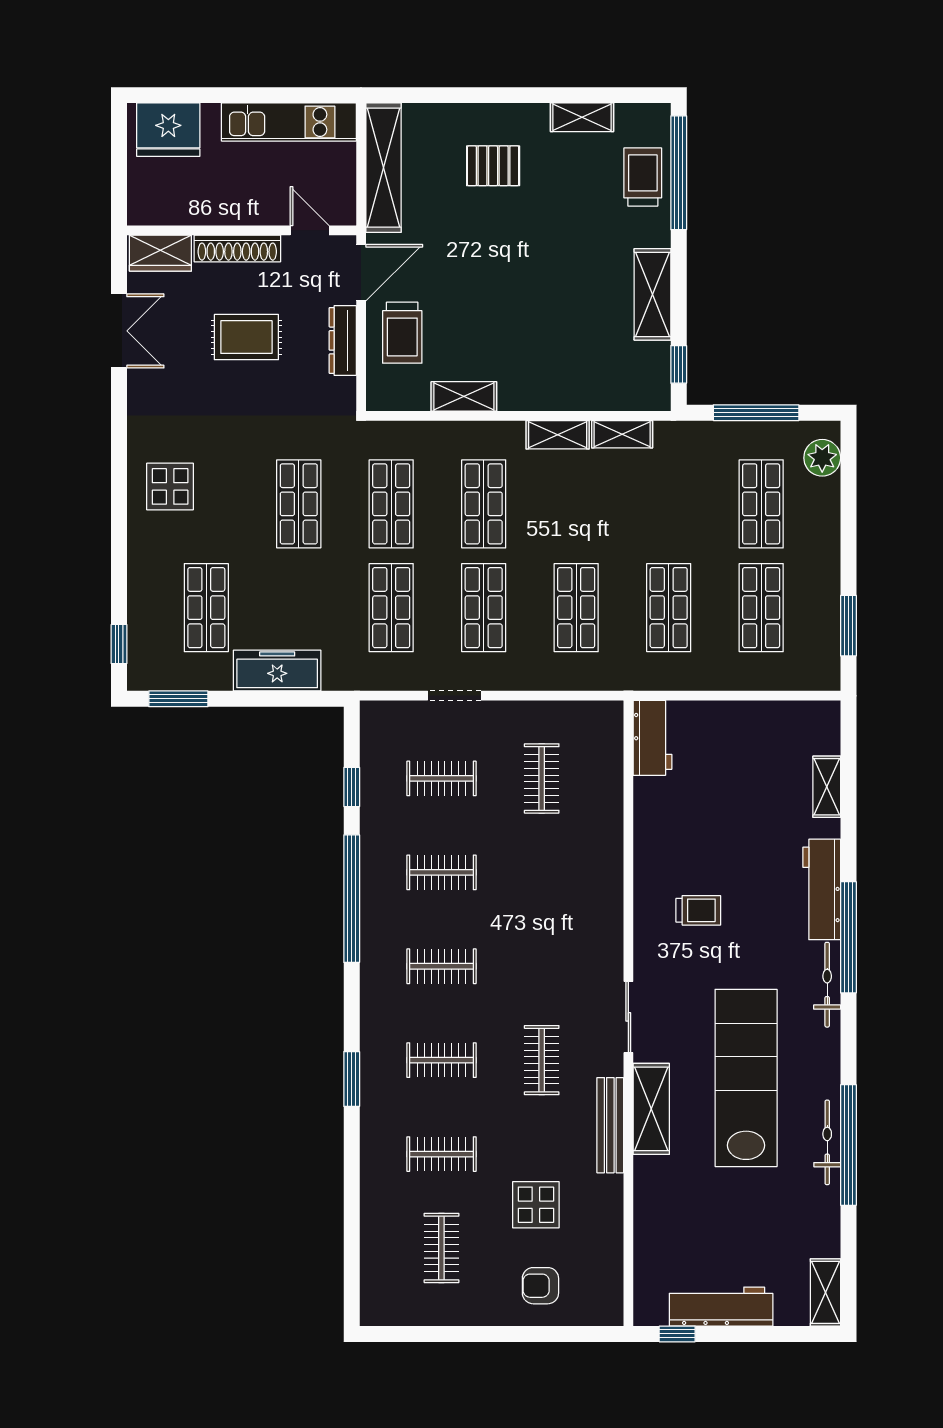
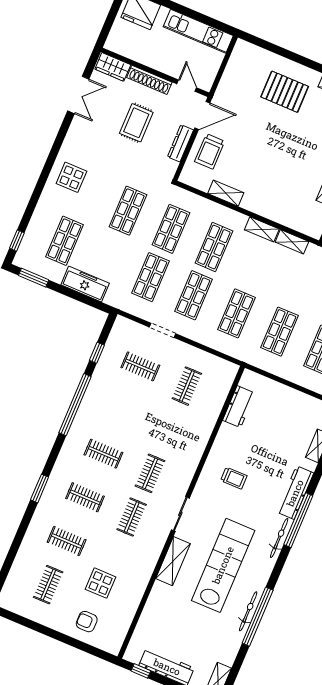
pallet: (493, 166) -> (285, 92), width x1.50, depth x1.42
shelving: (383, 168) -> (233, 71), removed
rug: (246, 337) -> (136, 123), turned 90
workbench: (652, 738) -> (239, 407), moved
clothes rail: (441, 872) -> (150, 473), moved, turned 90
bench: (610, 1125) -> (151, 561), removed

